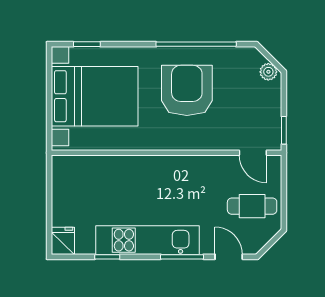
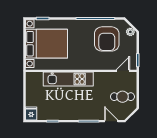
armchair: (187, 90) -> (107, 39), moved, turned 180
door: (253, 153) -> (123, 71), swing flipped
kitchen unit: (148, 240) -> (68, 79), moved, turned 180

